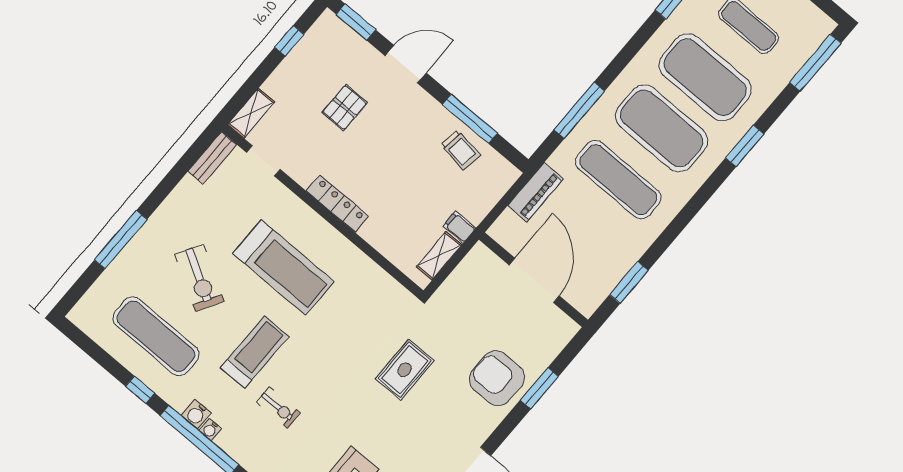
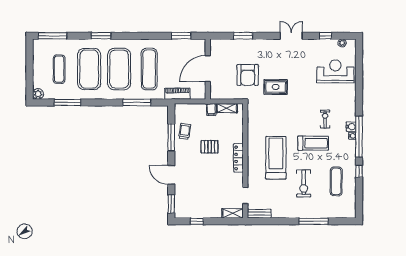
pallet: (345, 108) -> (210, 147), moved
exercise bike: (199, 278) -> (304, 183), turned 150
exercise mat: (156, 336) -> (336, 181), width x0.73, depth x0.69
treadmill: (255, 352) -> (313, 143), turned 180
armchair: (497, 378) -> (248, 75), moved
water cooler: (196, 414) -> (351, 127), moved

